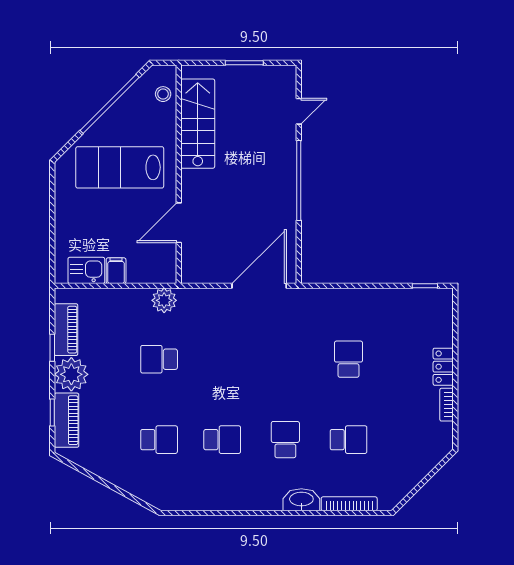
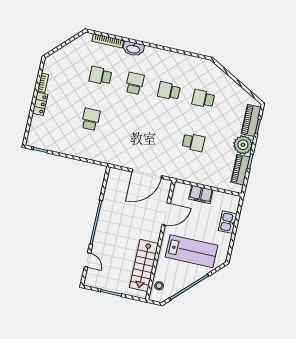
door: (299, 111) -> (88, 260), swing flipped
kitchen sink: (86, 270) -> (228, 222), moved, turned 90
filing cabinet: (116, 271) -> (201, 194), width x2.00
door: (259, 286) -> (147, 174), moved
plant: (164, 300) -> (184, 174), removed
school desk: (349, 359) -> (91, 119), turned 180
school desk: (285, 440) -> (135, 83), turned 180

